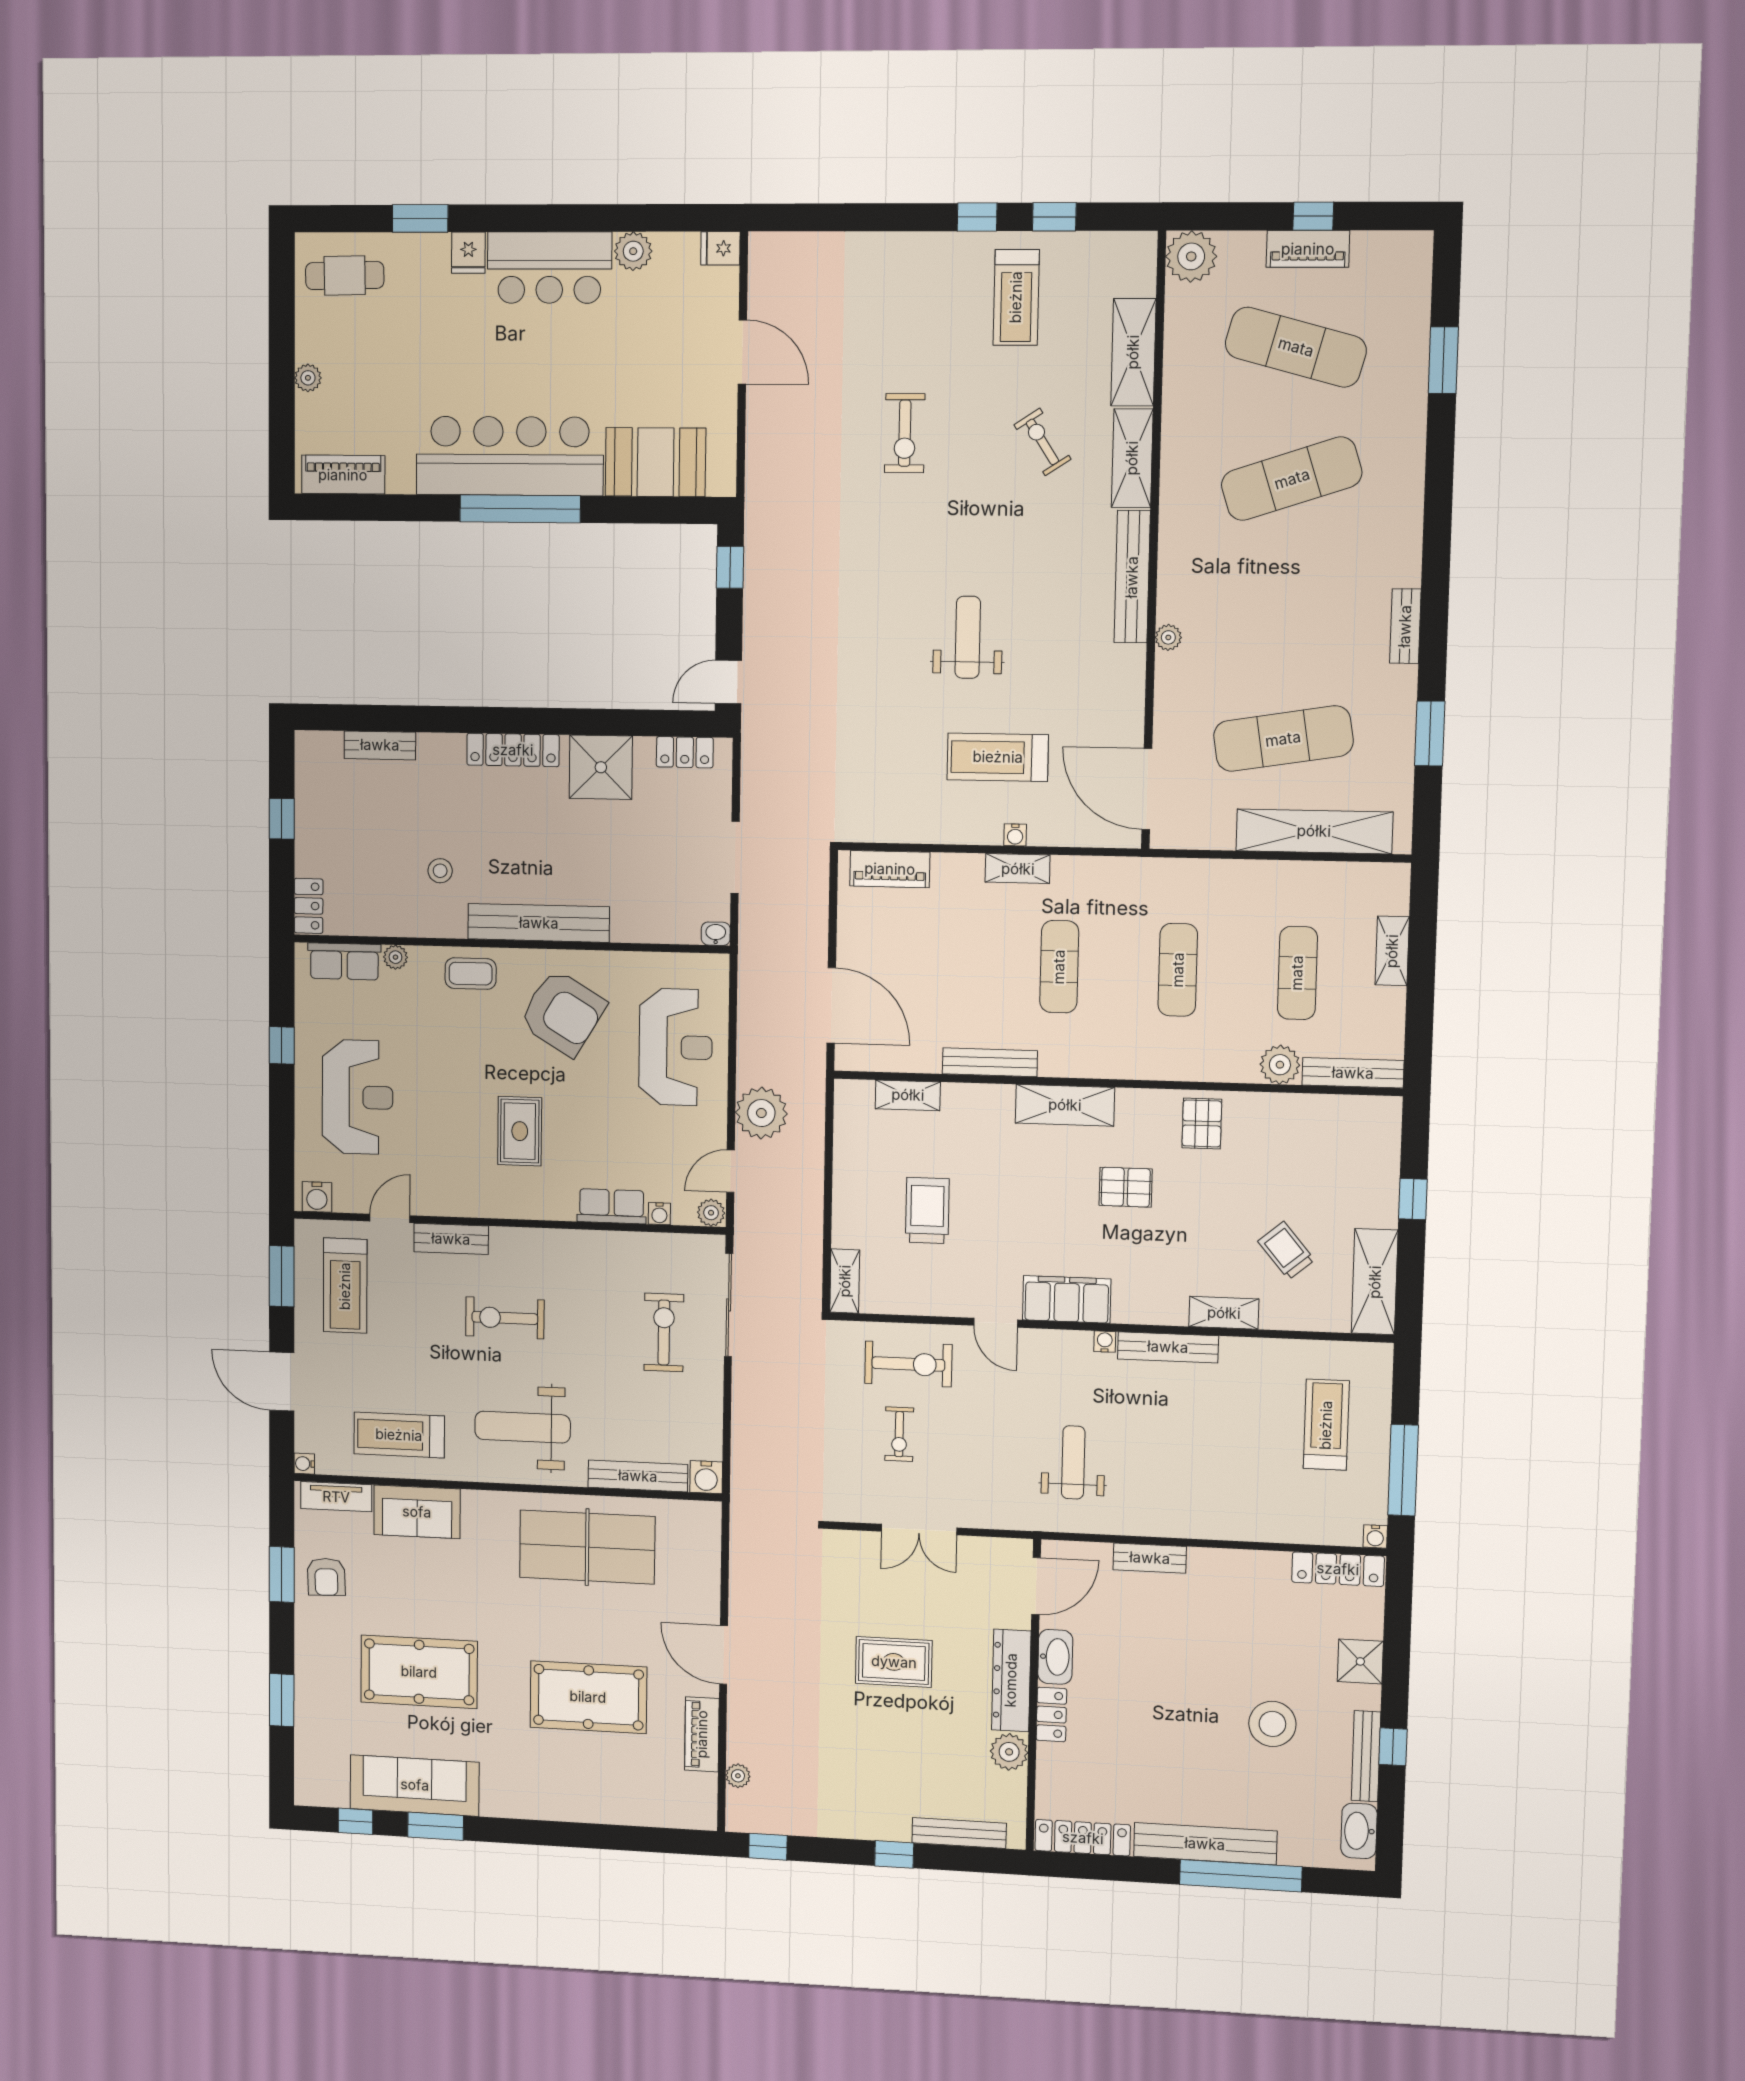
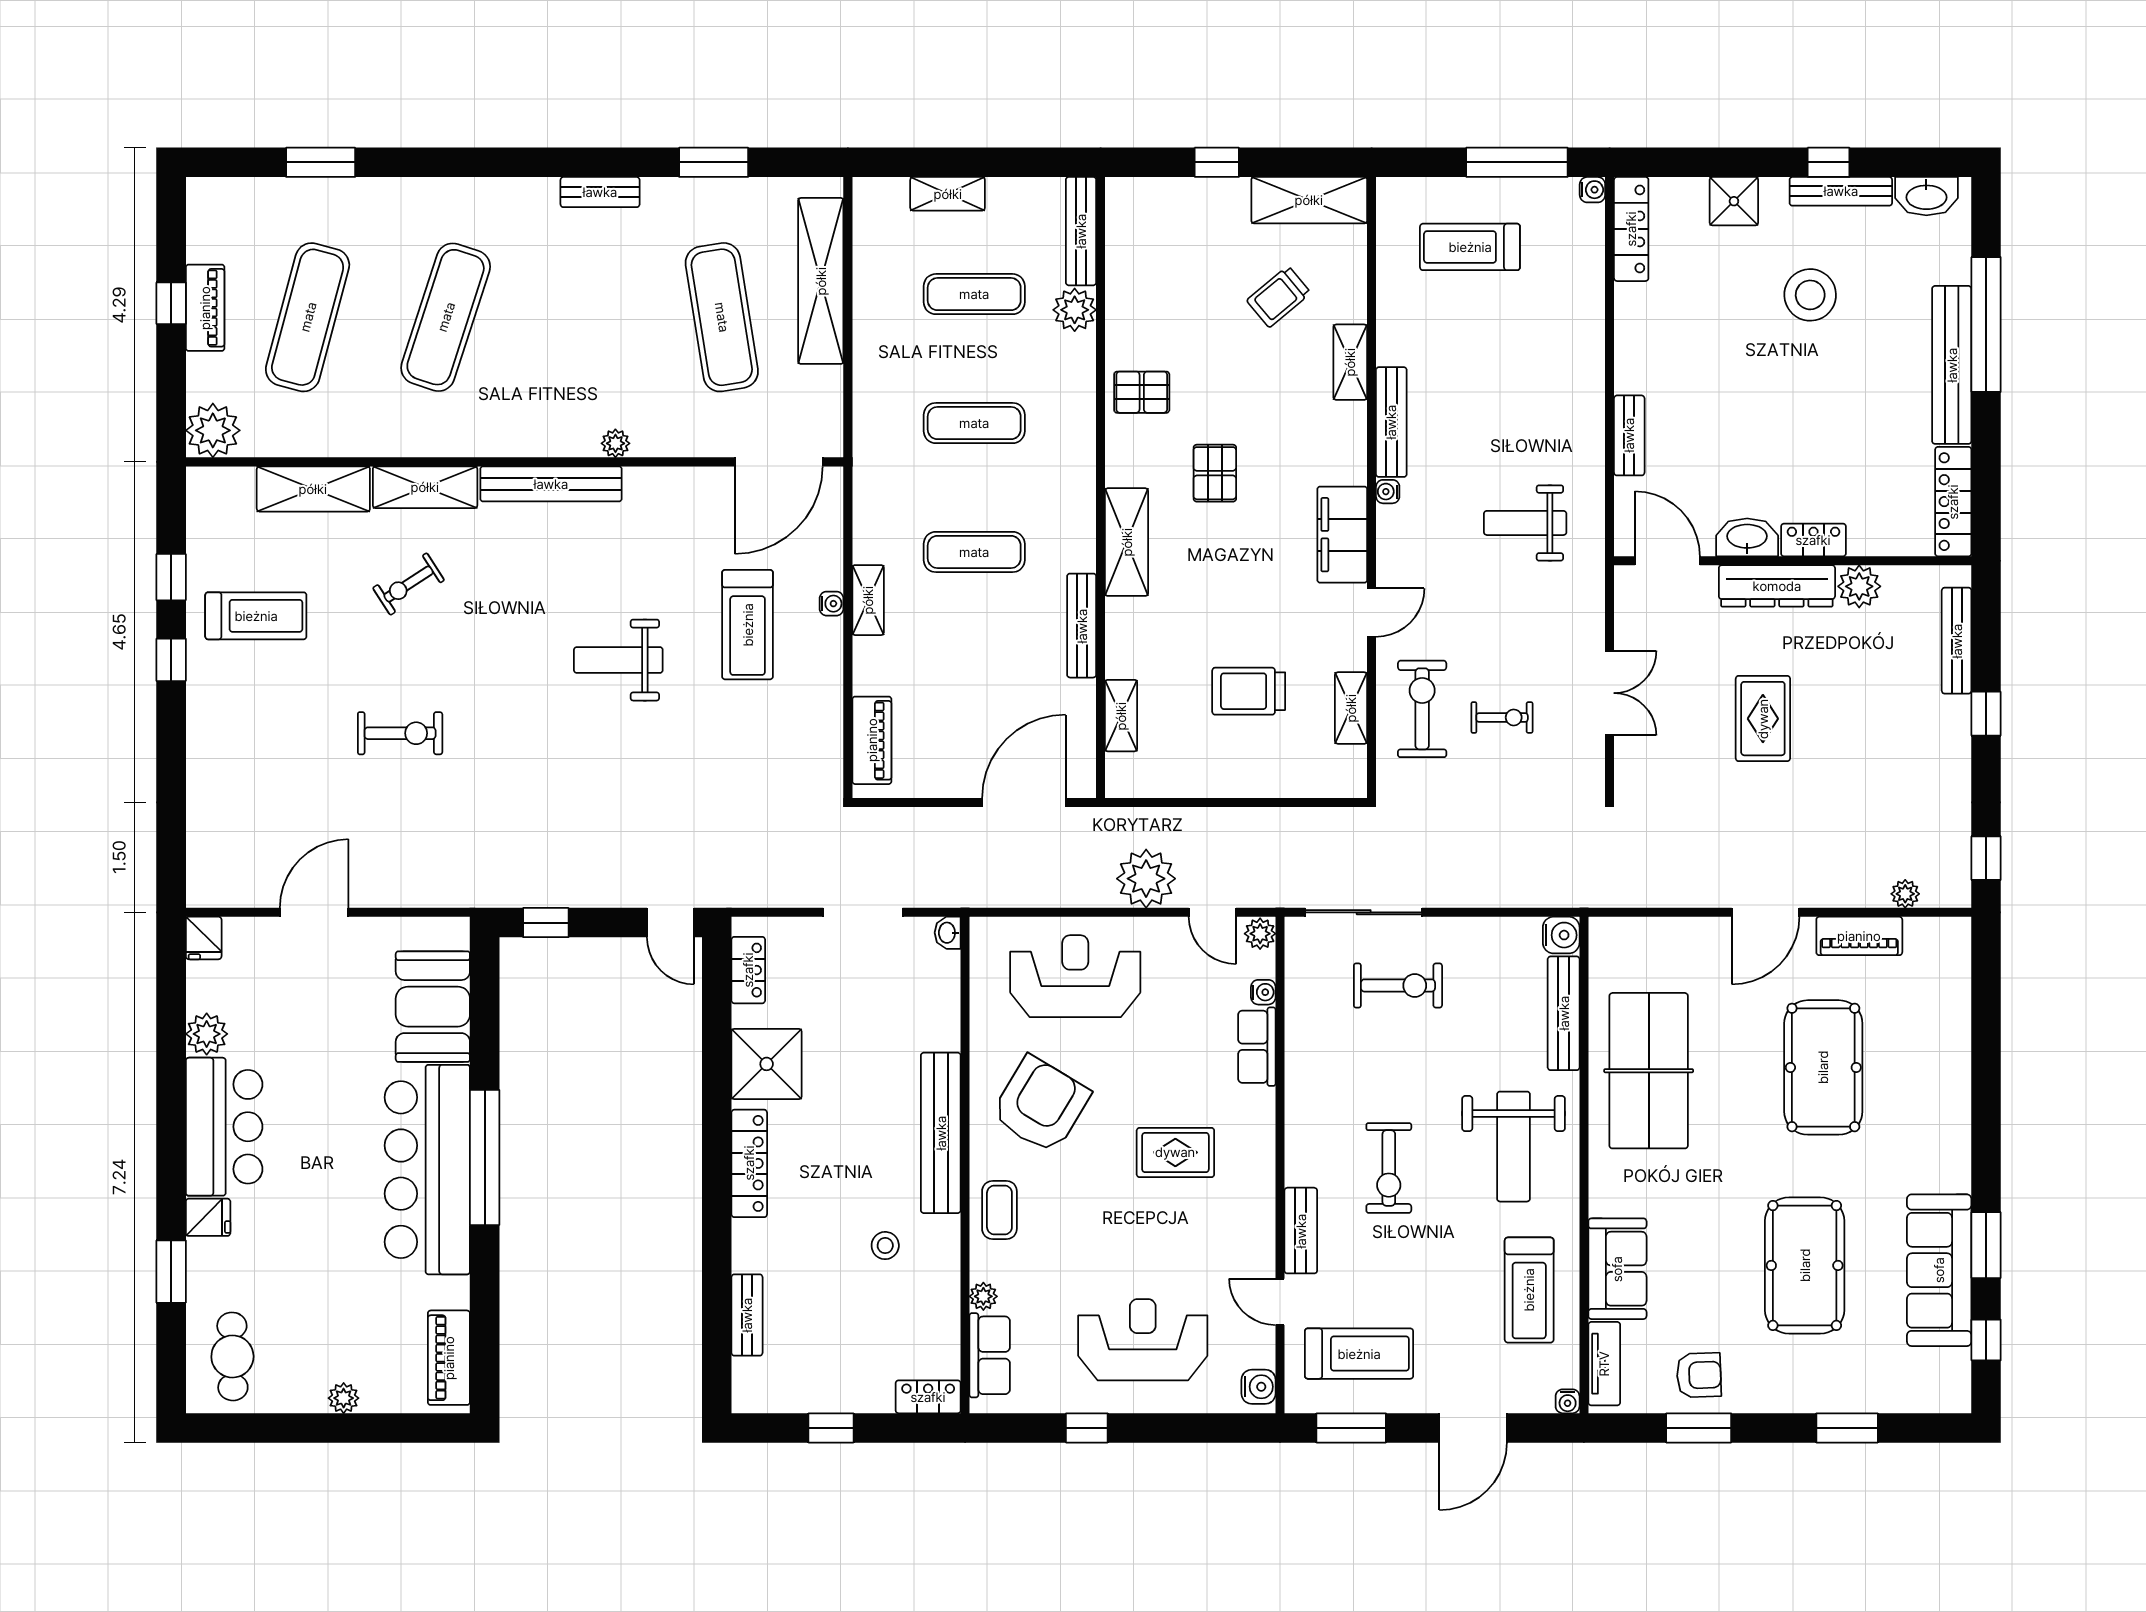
exercise mat: (1292, 479) -> (446, 317), turned 36
shelving: (845, 1281) -> (1351, 708), moved, turned 90
exercise bike: (664, 1332) -> (1398, 985), turned 180

